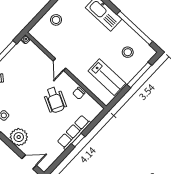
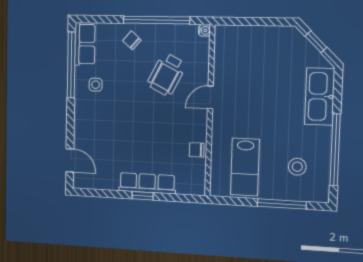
stool: (56, 20) -> (260, 46), removed
wheelchair: (55, 100) -> (167, 74), moved
plant: (19, 137) -> (87, 124), removed

